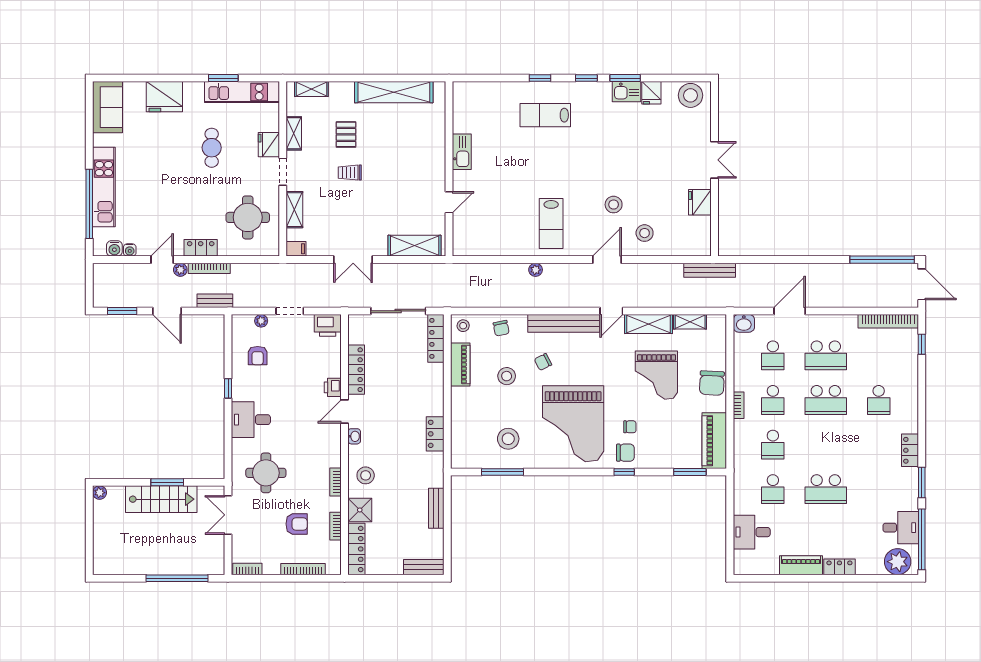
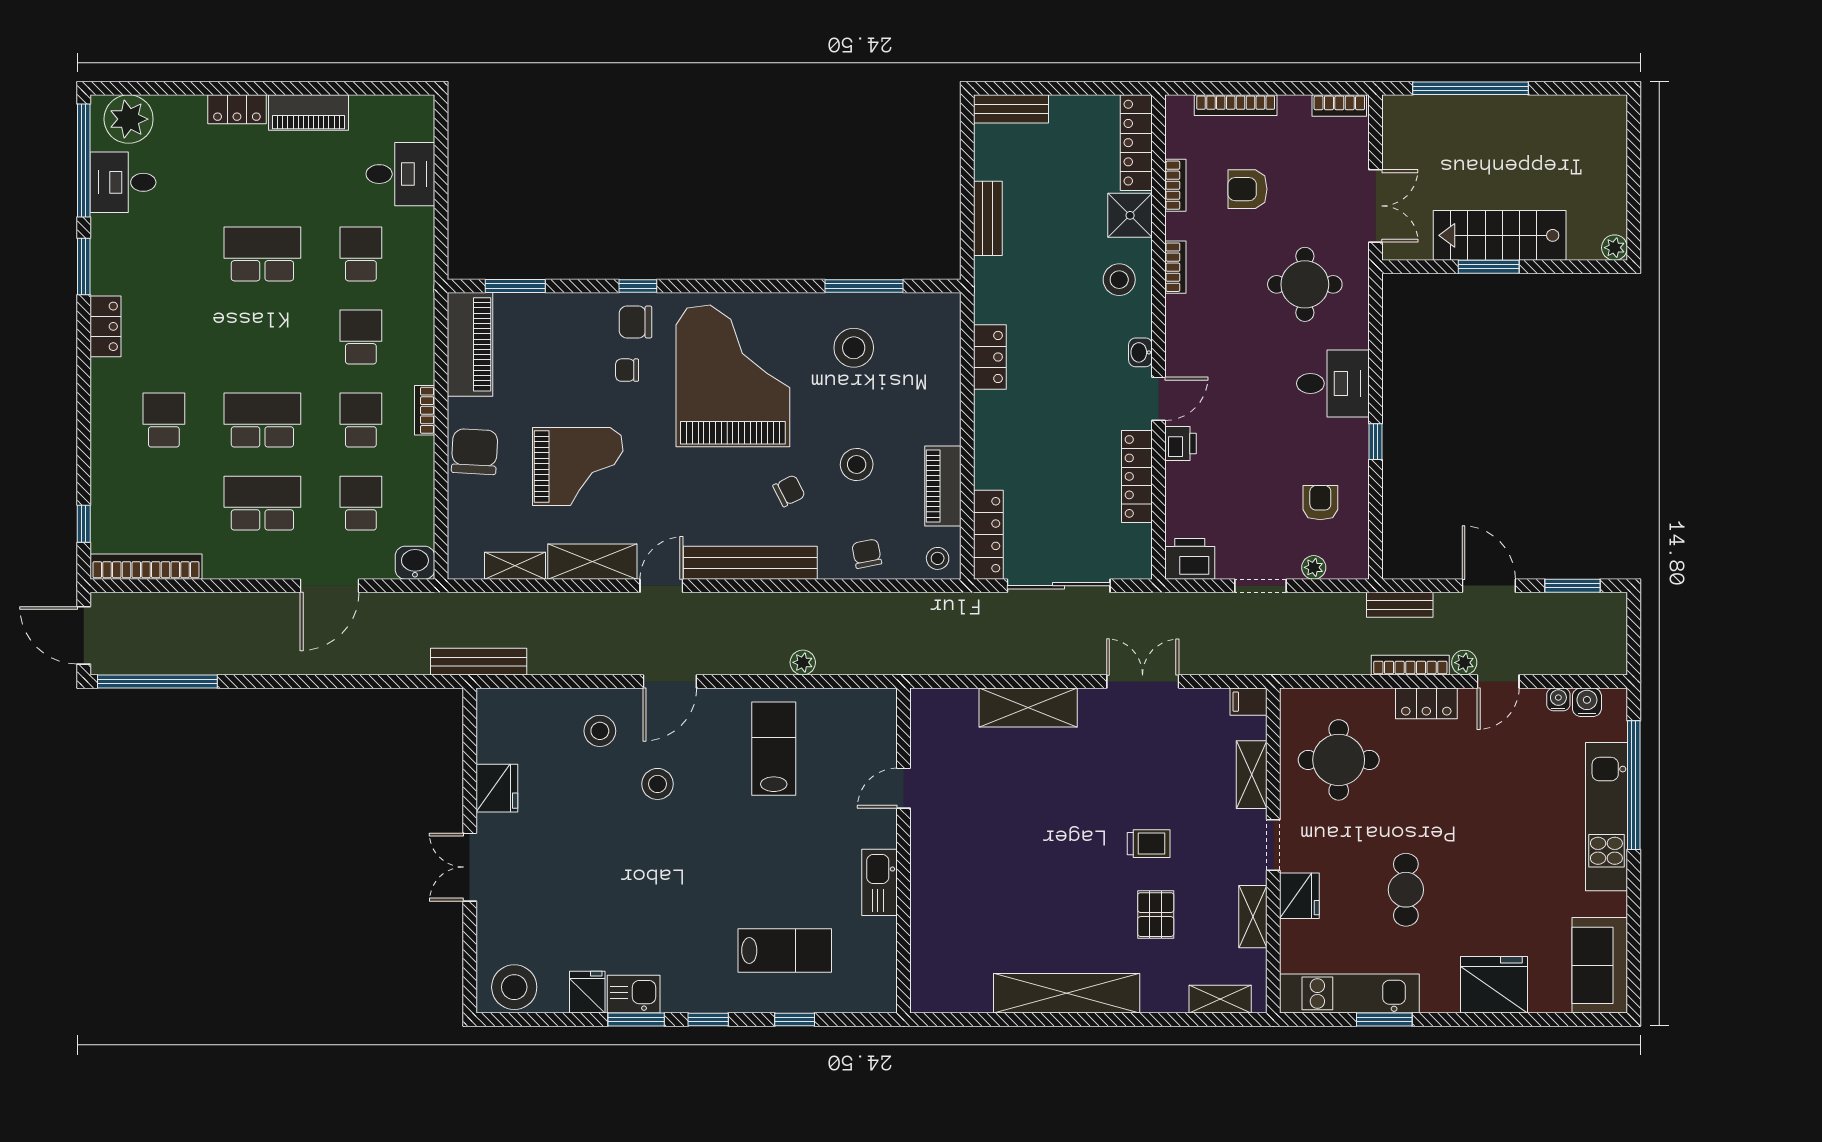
kitchen sink: (462, 152) -> (879, 882), moved
wall: (449, 169) -> (903, 850), moved
door: (449, 202) -> (903, 788), moved
grand piano: (656, 375) -> (578, 466), turned 90

